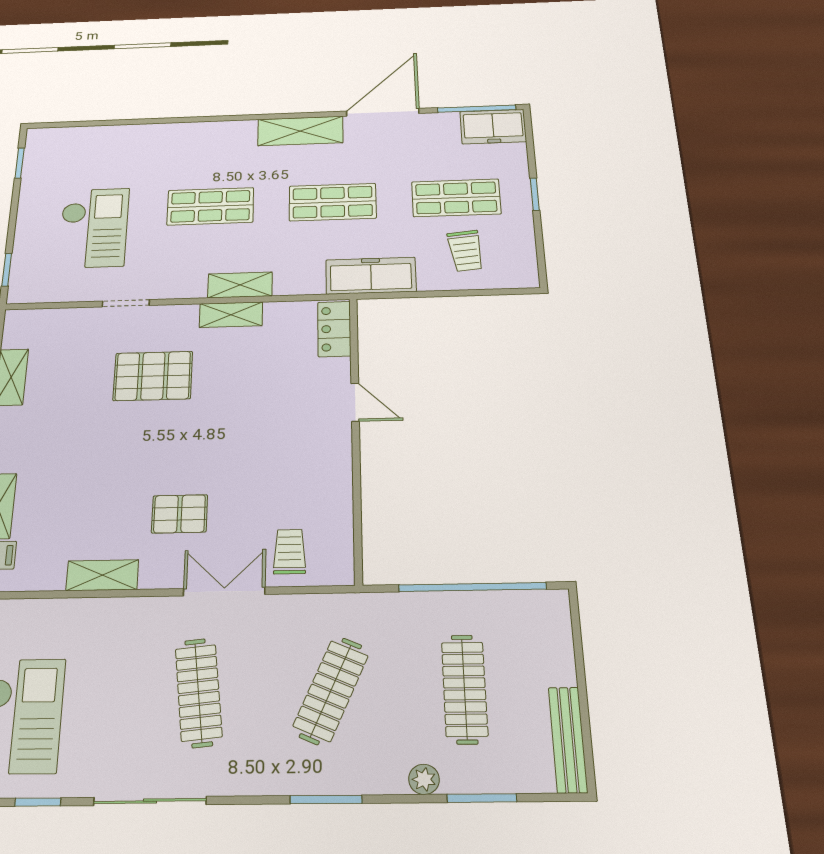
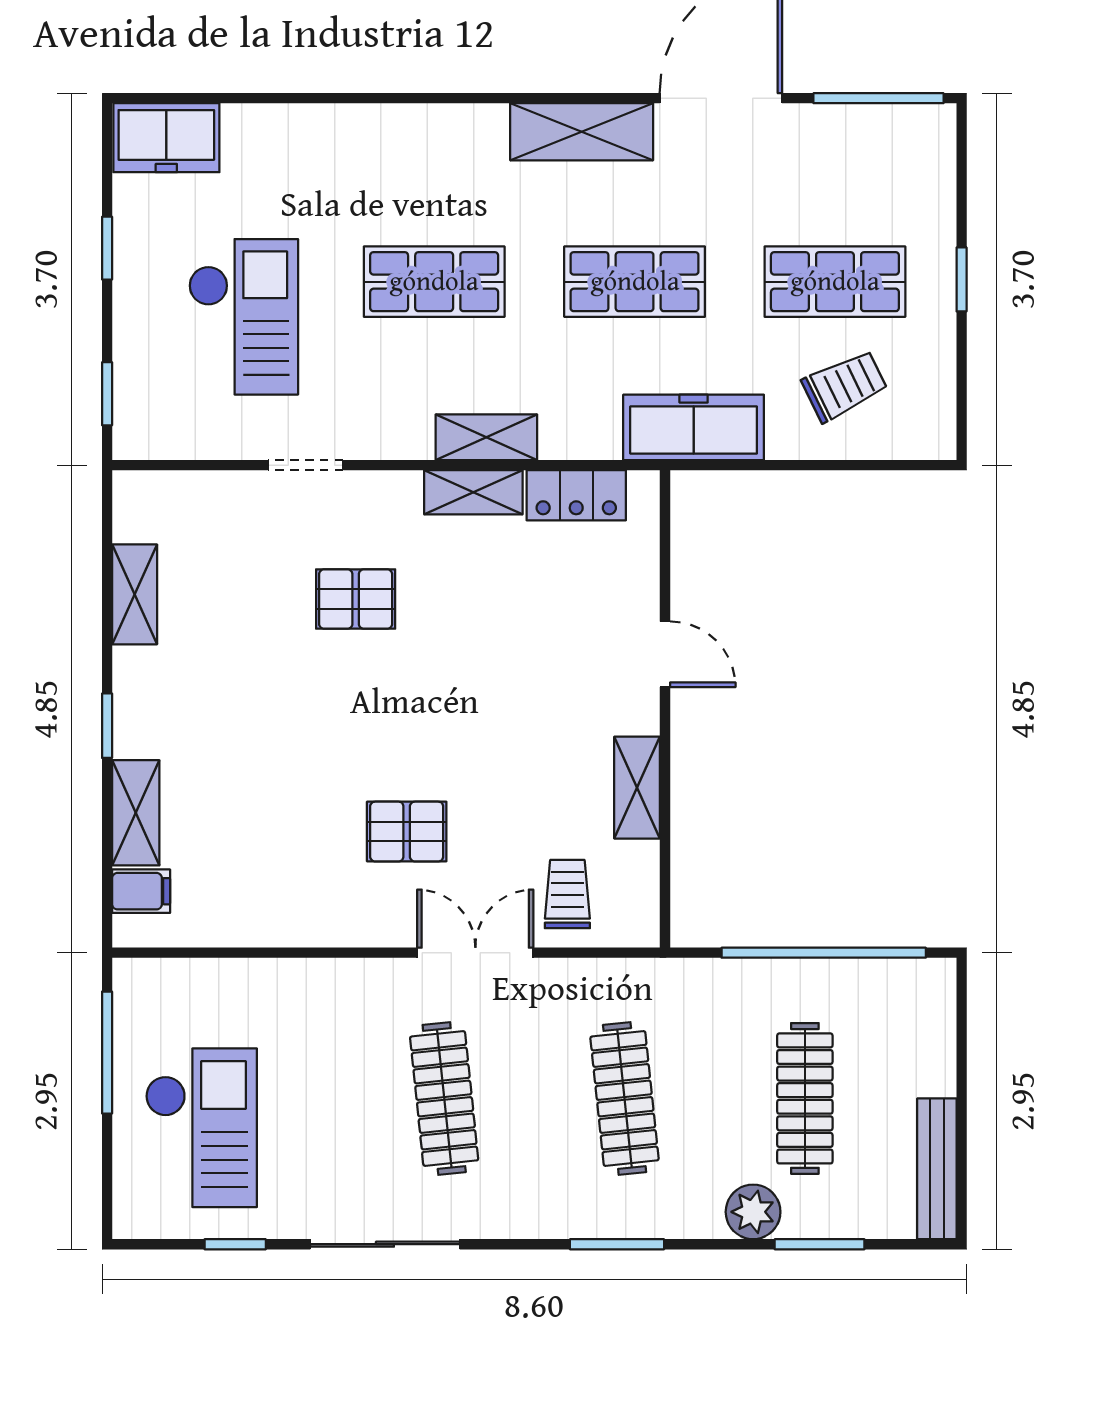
freezer: (493, 127) -> (166, 138), moved
window: (20, 163) -> (107, 248), moved
trolley: (466, 251) -> (845, 386), turned -110
locker: (334, 329) -> (576, 495), moved, turned -90
pallet: (153, 376) -> (356, 599), width x0.67, depth x0.71
shelving: (102, 575) -> (637, 788), moved, turned 90
clothes rail: (331, 691) -> (625, 1098), turned -30
plant: (424, 779) -> (753, 1212), width x1.38, depth x1.38

